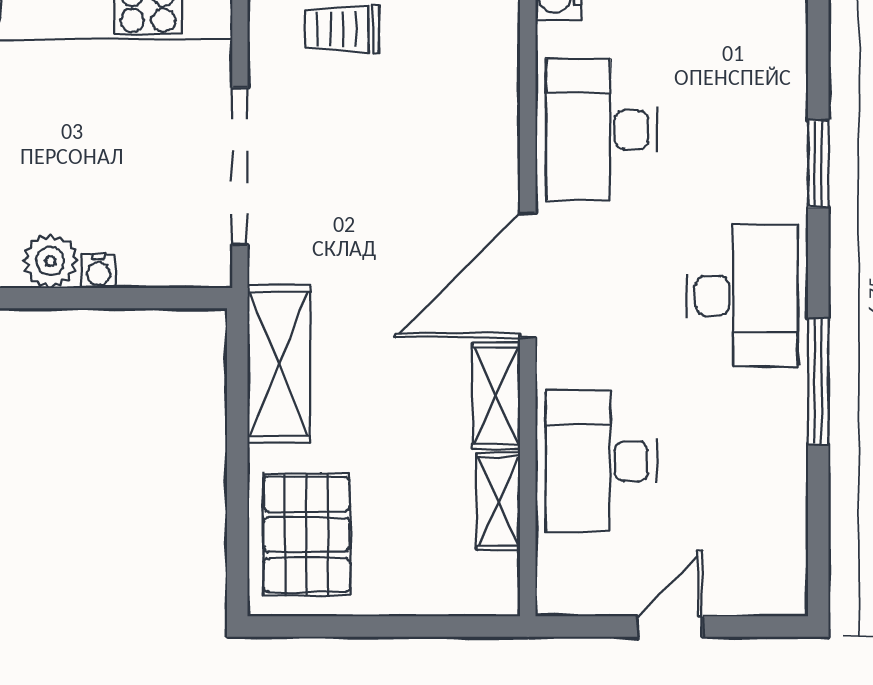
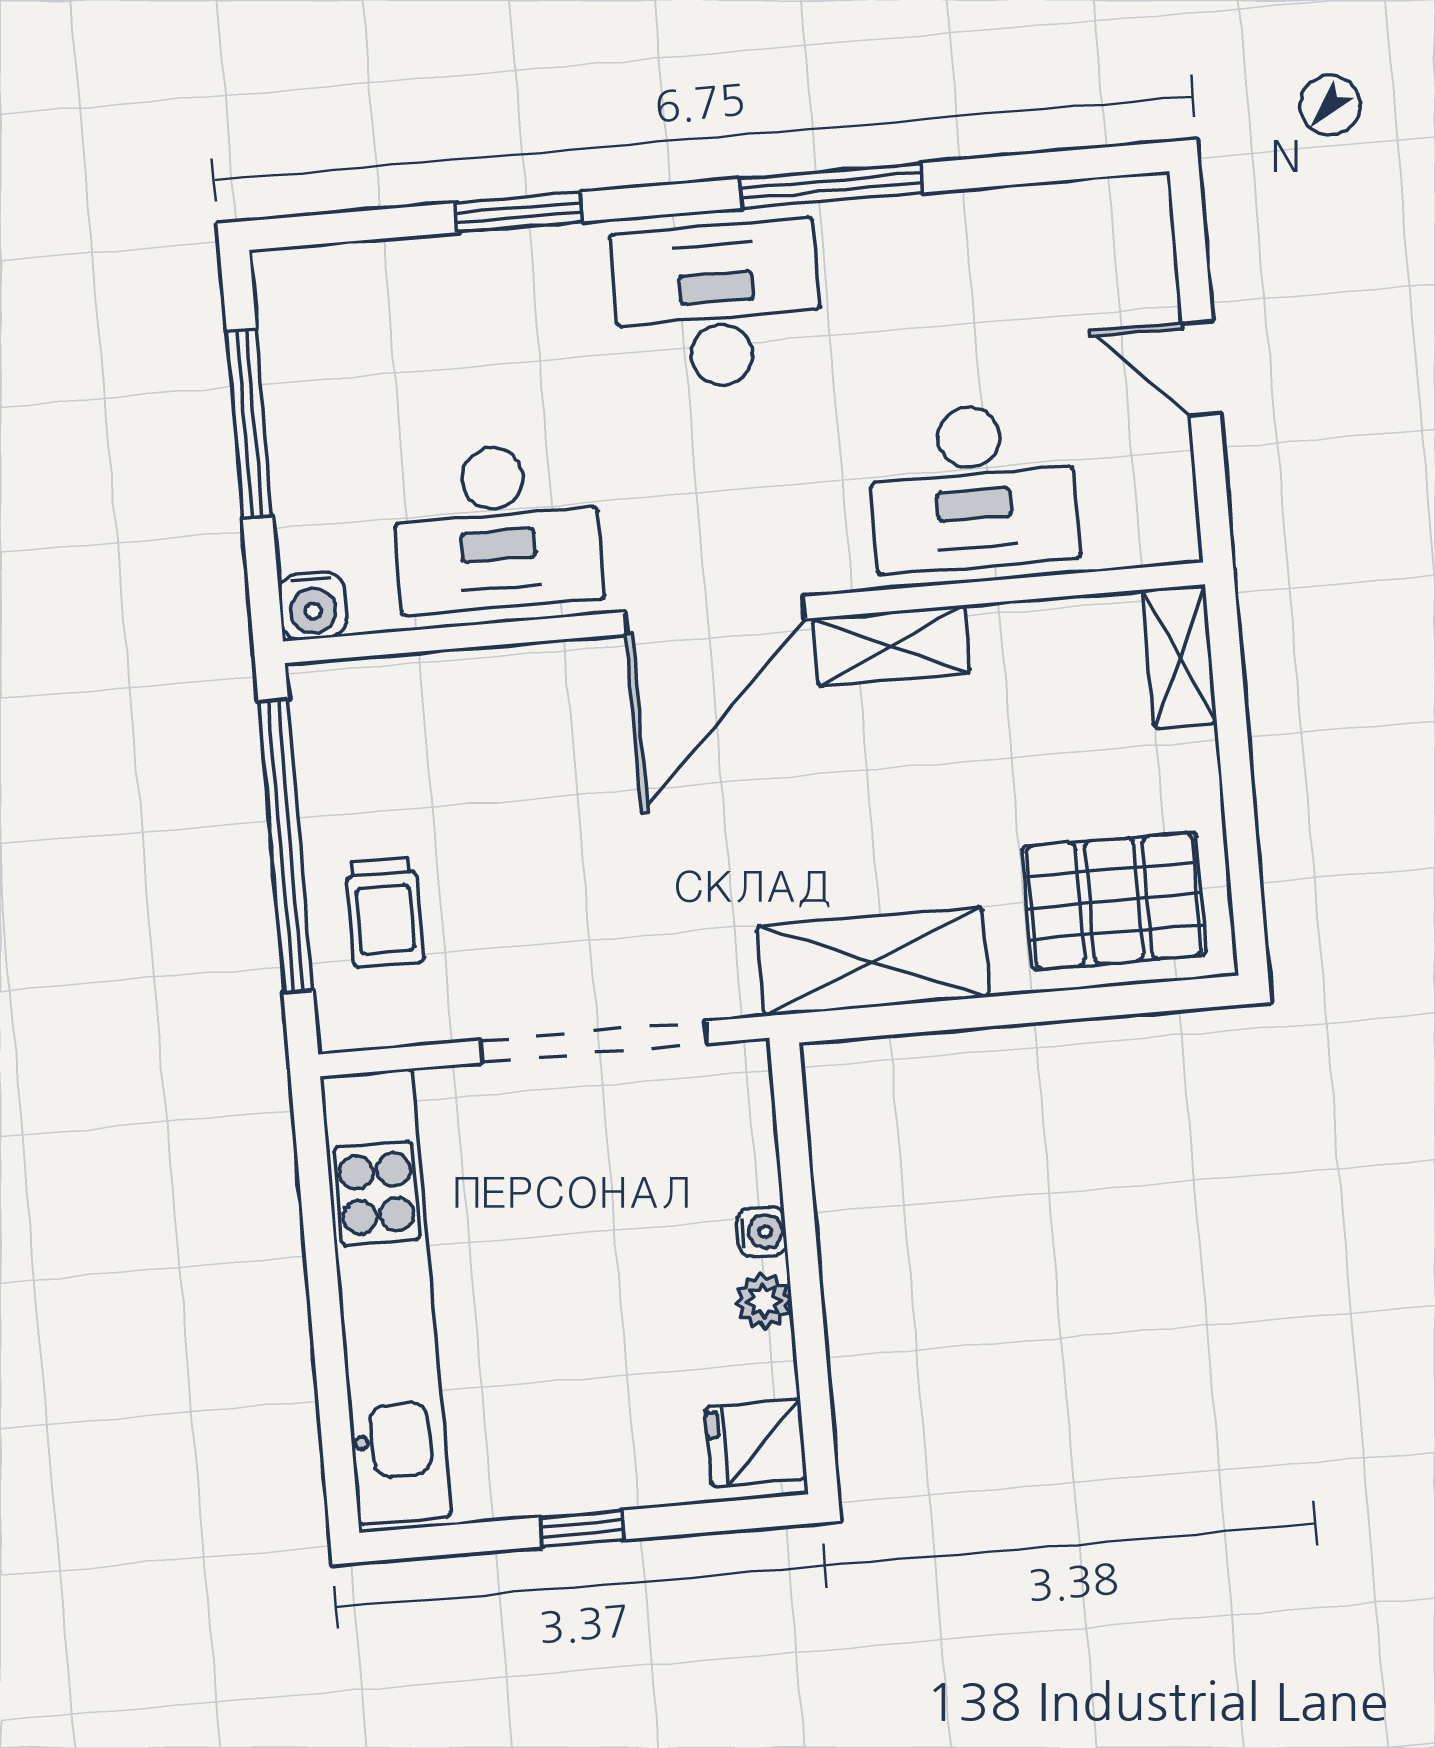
plant: (50, 261) -> (764, 1301), width x0.73, depth x0.73
door: (528, 275) -> (715, 615), hinge flipped
shelving: (498, 501) -> (1180, 657), moved, turned 90

